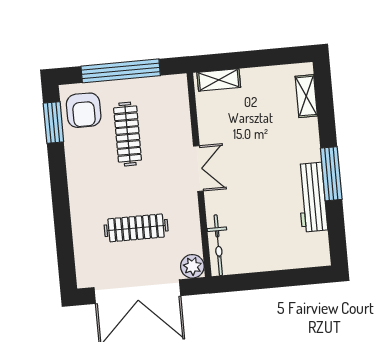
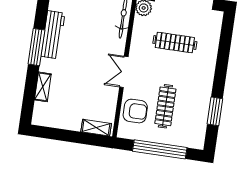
shelving: (306, 96) -> (43, 87), moved
armchair: (84, 110) -> (135, 111), moved, turned 90
window: (53, 122) -> (215, 111), moved

